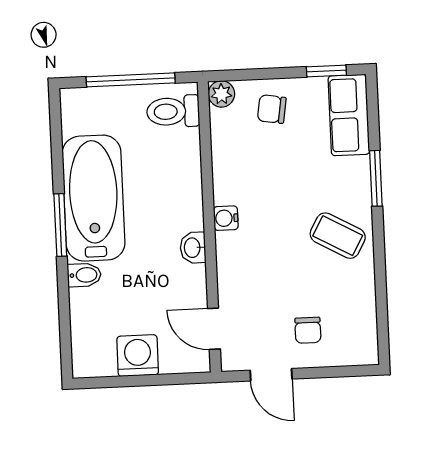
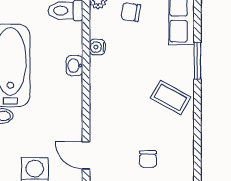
water cooler: (226, 218) -> (97, 47), moved
washbasin: (193, 248) -> (75, 66), moved

